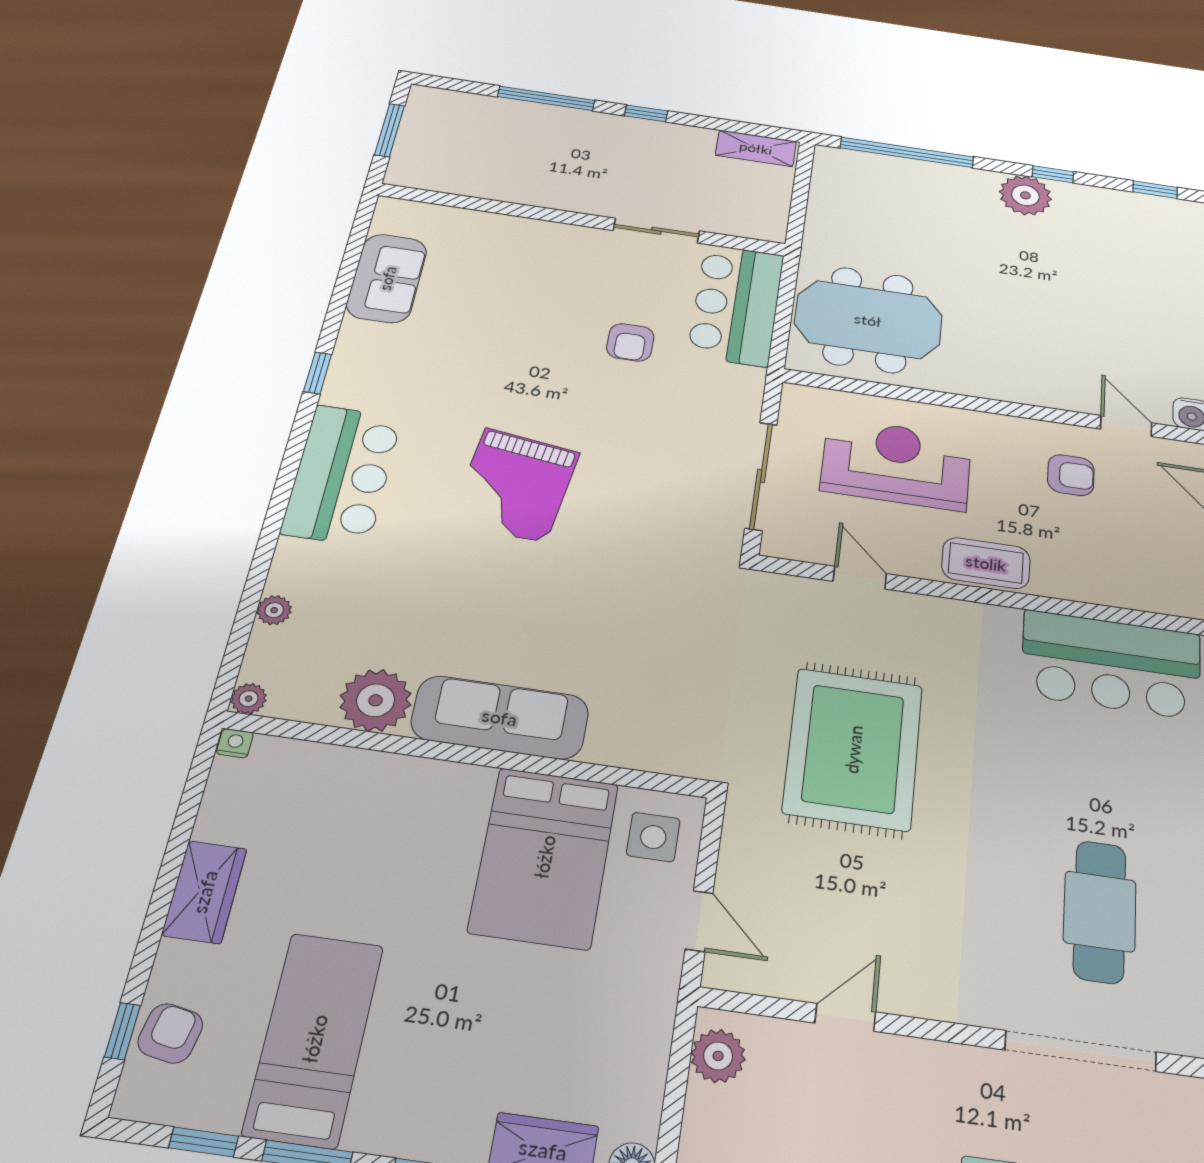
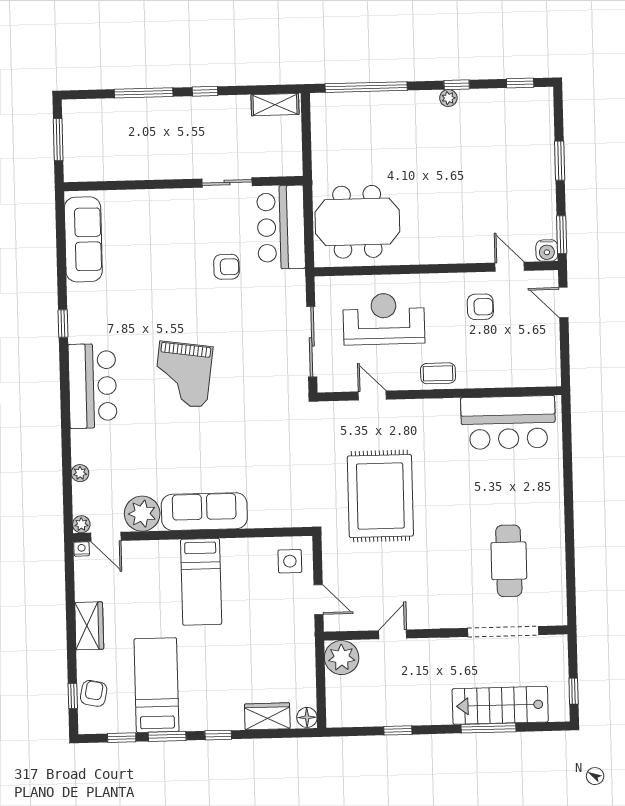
plant: (1025, 195) -> (448, 98), width x0.53, depth x0.53
sofa: (387, 278) -> (83, 239), width x1.36
armchair: (630, 342) -> (226, 267), turned -90
coffee table: (986, 563) -> (438, 373), width x0.73, depth x0.77
door: (291, 729) -> (106, 537), added
bed: (544, 857) -> (201, 582), moved, width x0.67
plant: (718, 1056) -> (342, 658), width x1.36, depth x1.36

